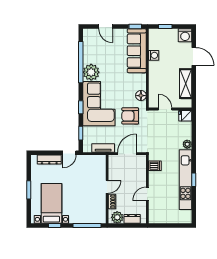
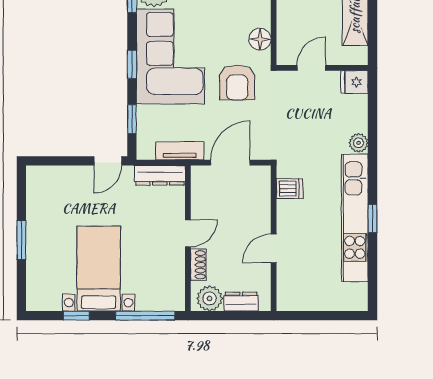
door: (165, 109) -> (311, 68), hinge flipped
armchair: (130, 116) -> (237, 83), turned -90
dresser: (49, 160) -> (160, 175), moved
bed with nightstands: (51, 203) -> (99, 269), moved

